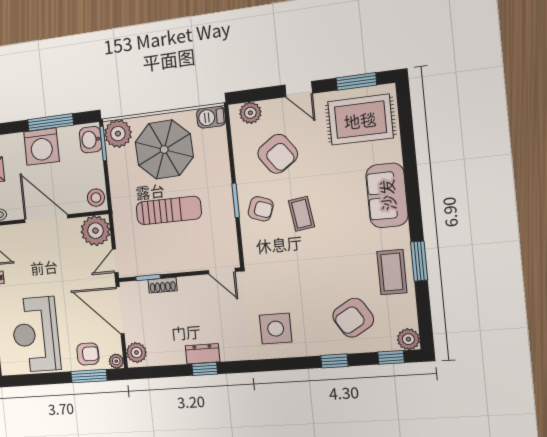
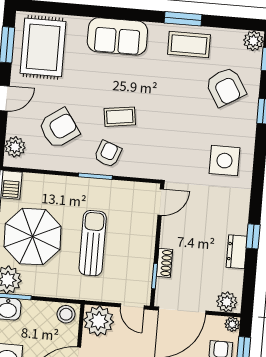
dresser: (203, 354) -> (237, 252), moved

